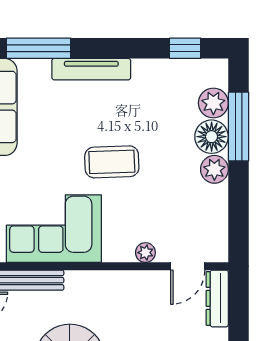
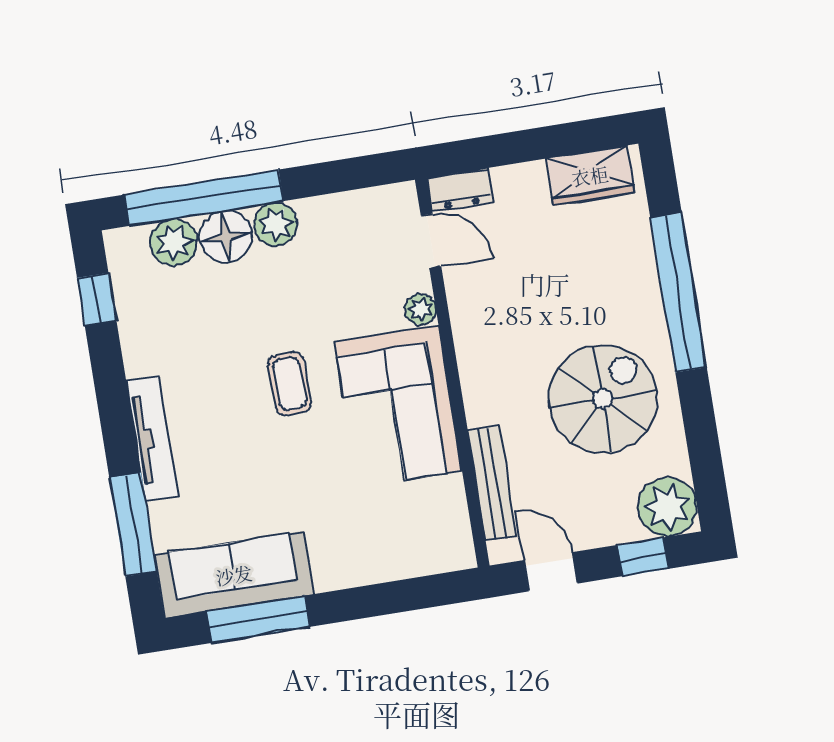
window: (238, 127) -> (204, 198), width x1.46
coffee table: (112, 162) -> (289, 384), width x0.73, depth x0.77
corner sofa: (54, 229) -> (398, 406), moved
dresser: (217, 298) -> (460, 190), width x0.70

